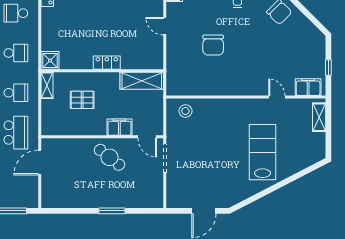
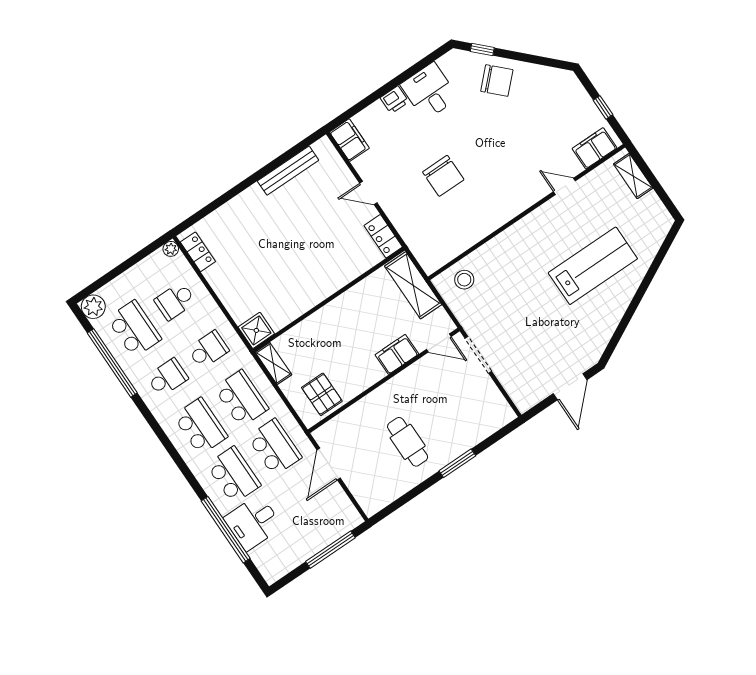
locker: (107, 63) -> (383, 236), moved, turned -90
shelving: (142, 81) -> (413, 285), moved, turned 90
school desk: (16, 93) -> (241, 398), width x1.85
pallet: (82, 100) -> (322, 394), moved, turned 90
lab bench: (263, 152) -> (593, 266), turned 90
cafe table: (110, 157) -> (408, 442), moved, turned 52

